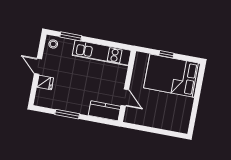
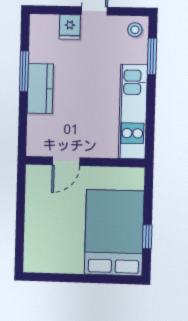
window: (166, 54) -> (147, 237), moved
kitchen counter: (104, 111) -> (40, 89), moved

